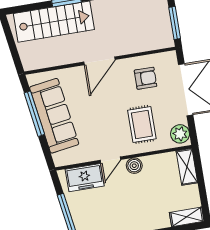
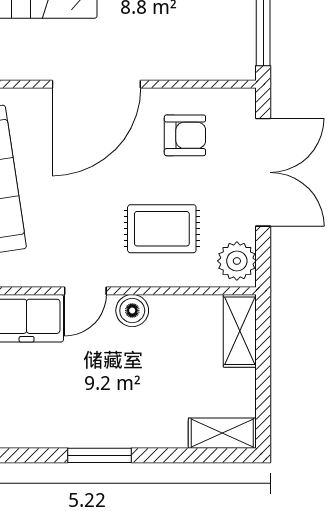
door: (99, 61) -> (96, 84), width x1.36
rug: (142, 124) -> (162, 229), turned 90

